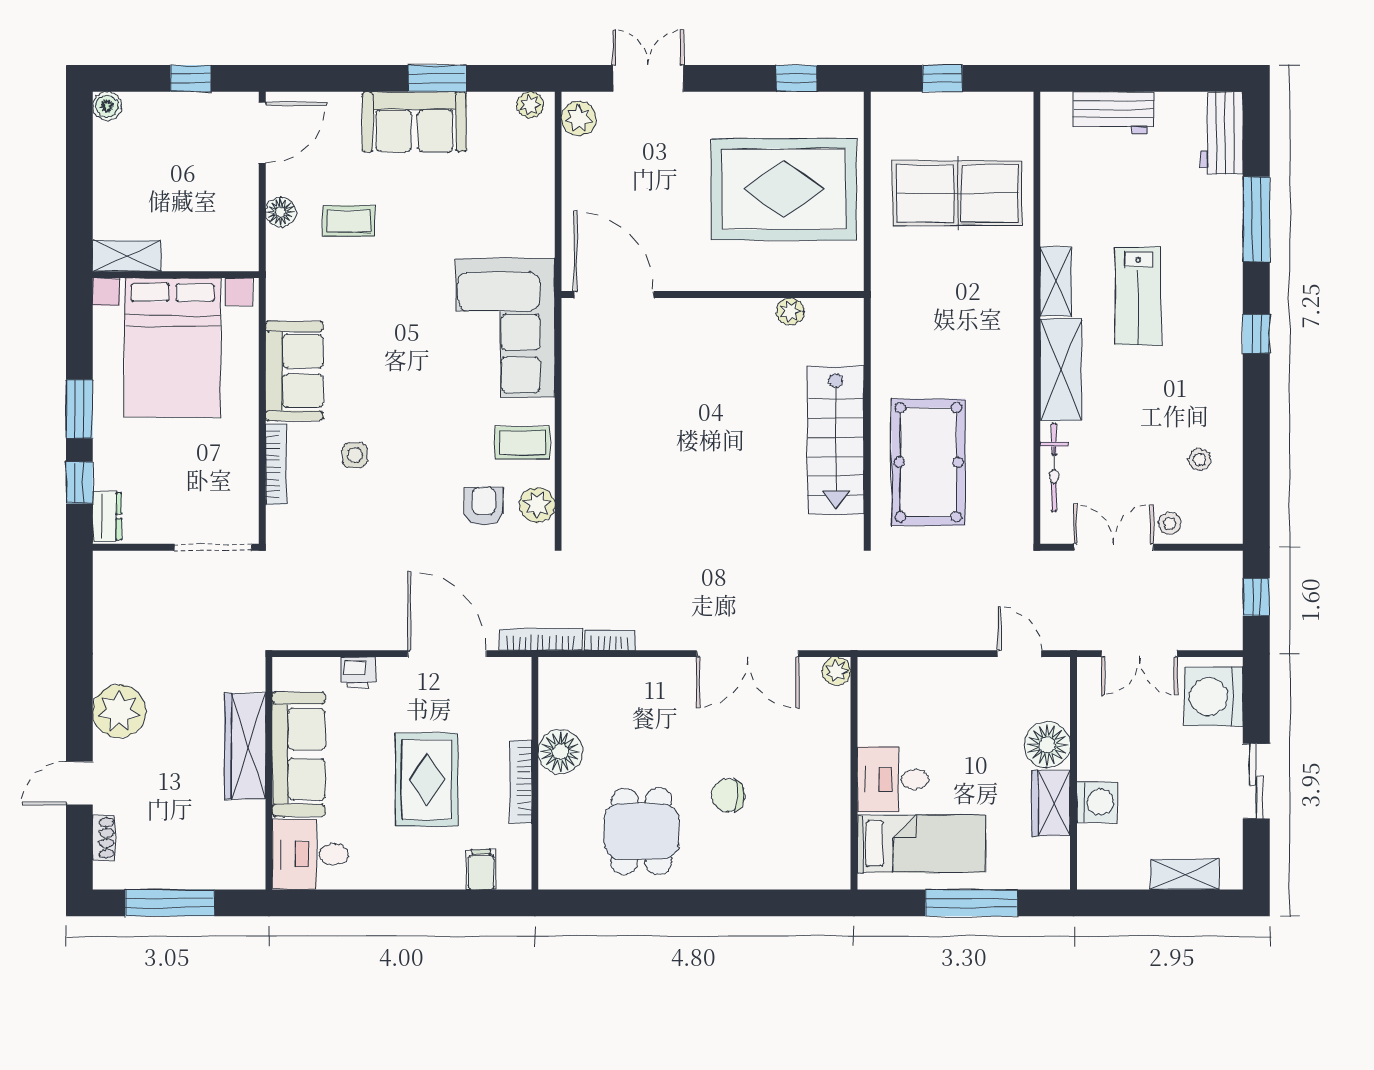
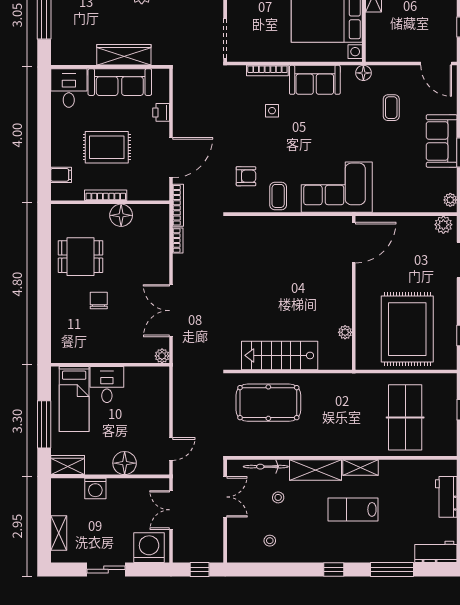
floor lamp: (281, 212) -> (363, 73), moved
plant: (537, 505) -> (247, 203), removed
stool: (1170, 523) -> (278, 497), moved
wardrobe: (1051, 803) -> (68, 465), moved

